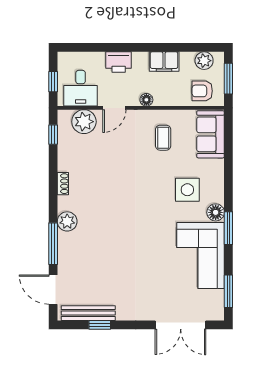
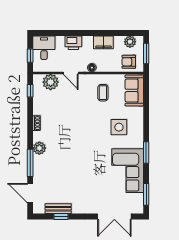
desk: (81, 88) -> (44, 48), moved, turned 180
door: (114, 108) -> (71, 73), hinge flipped
floor lamp: (216, 212) -> (138, 142), removed
bench: (88, 313) -> (58, 209), width x0.73

